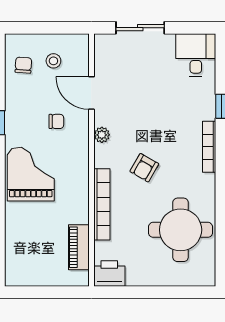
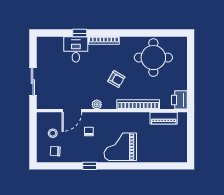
desk: (196, 55) -> (76, 49), moved, turned 90

